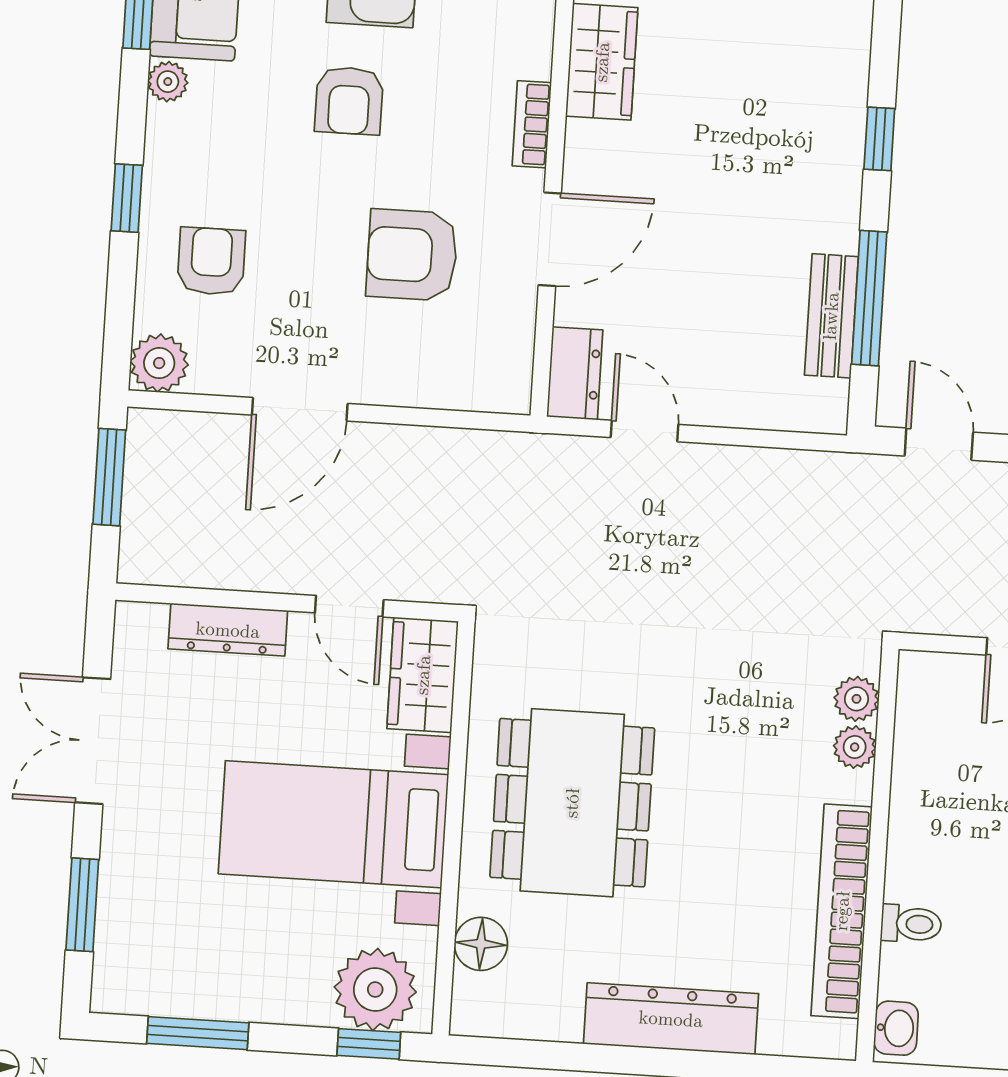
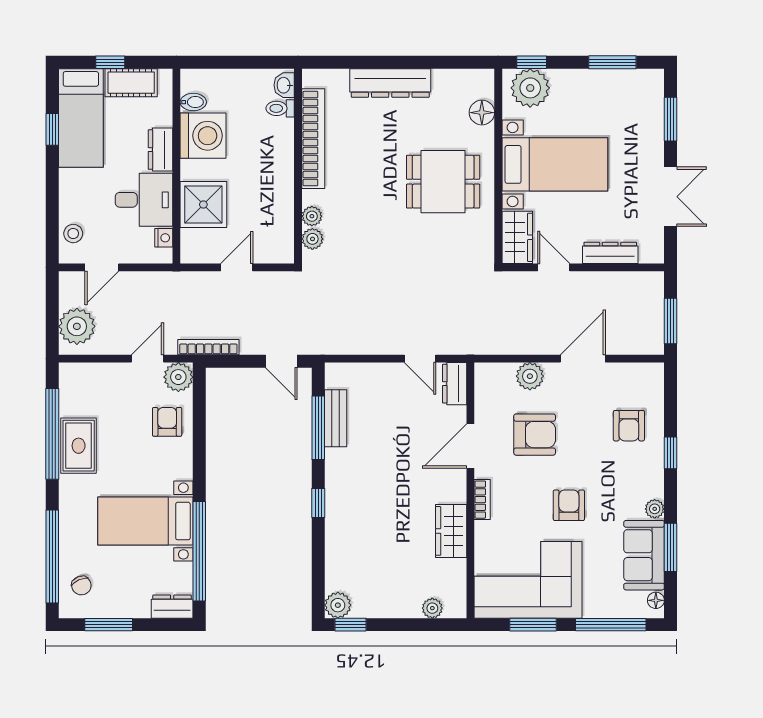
plant: (159, 363) -> (530, 376), moved
dining table: (572, 803) -> (443, 182), width x0.73
toilet: (911, 924) -> (280, 108), moved

